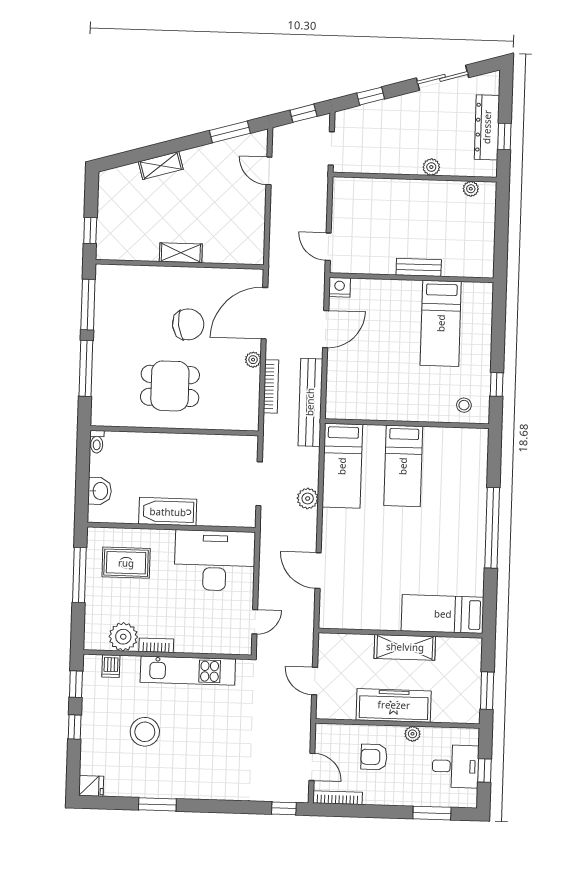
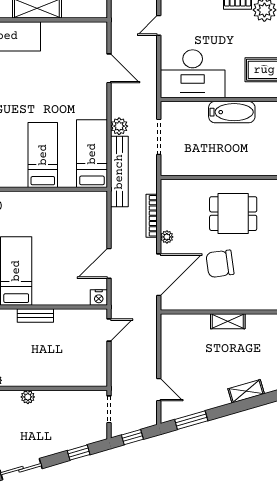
door: (328, 247) -> (109, 330), hinge flipped
bench: (310, 402) -> (119, 172), moved

